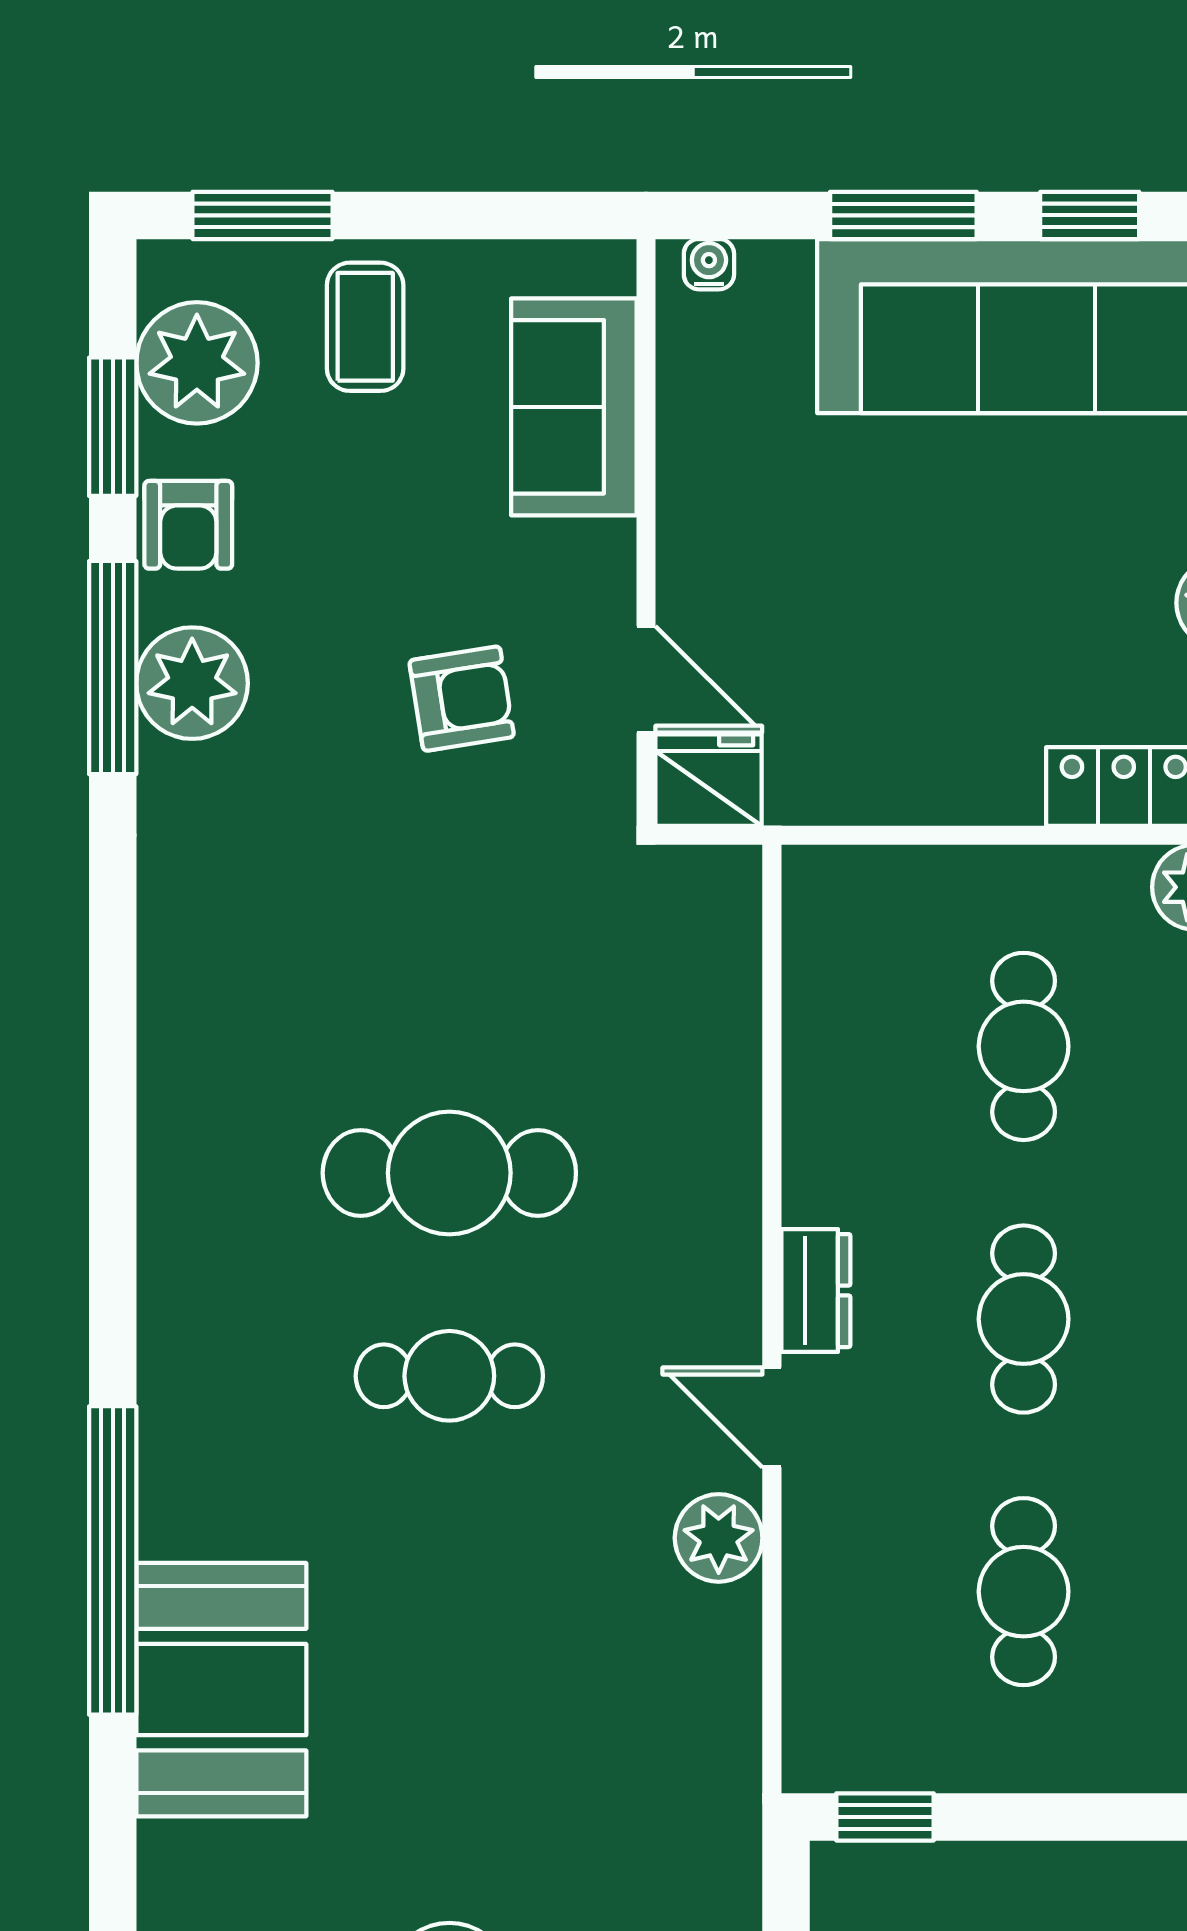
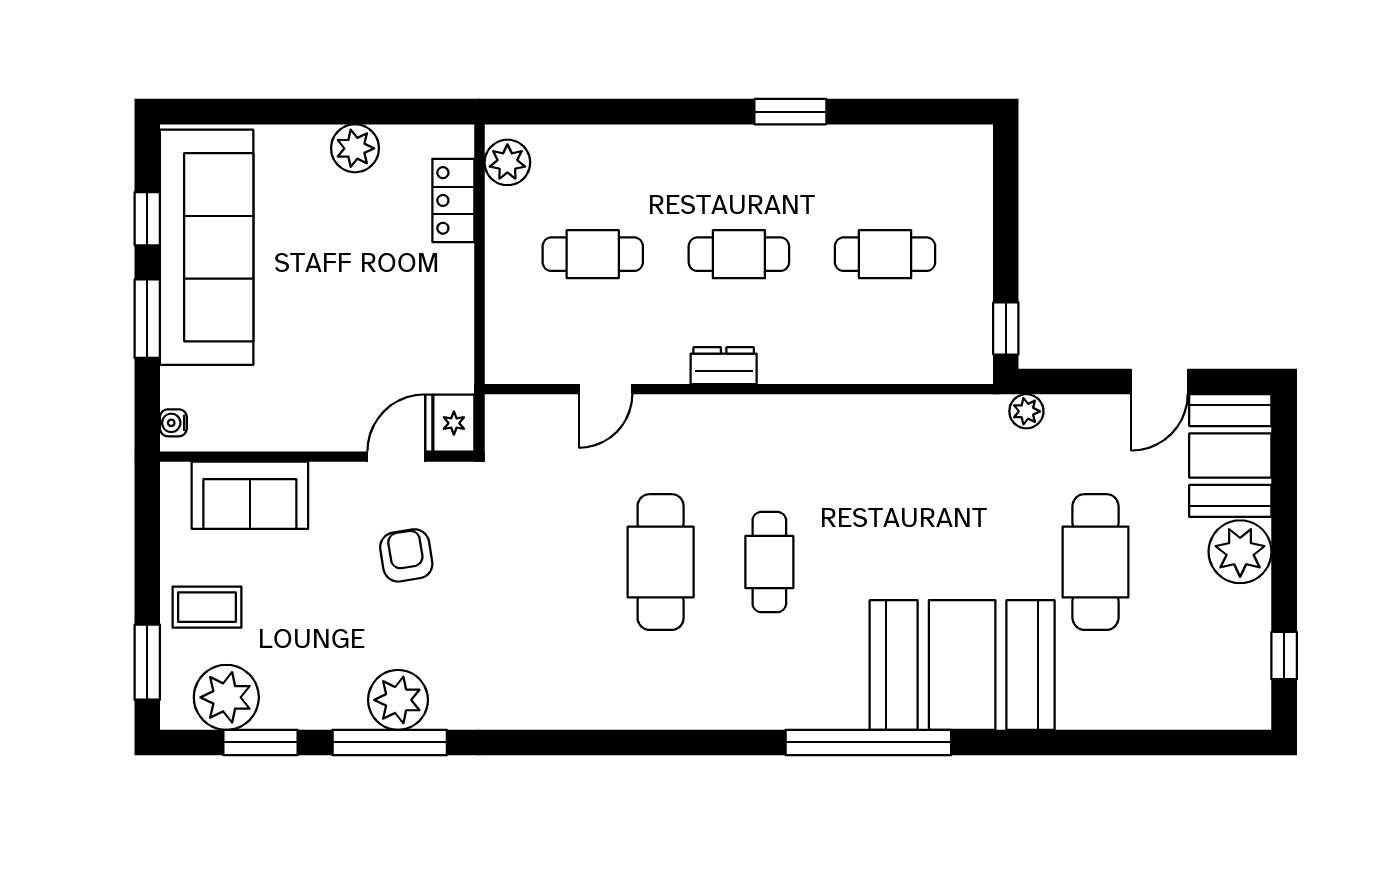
armchair: (188, 525) -> (313, 702), removed
door: (772, 1417) -> (606, 389), moved
plant: (719, 1538) -> (1026, 411), moved, width x0.73, depth x0.73
booth: (221, 1690) -> (962, 665), width x1.36, depth x1.42

